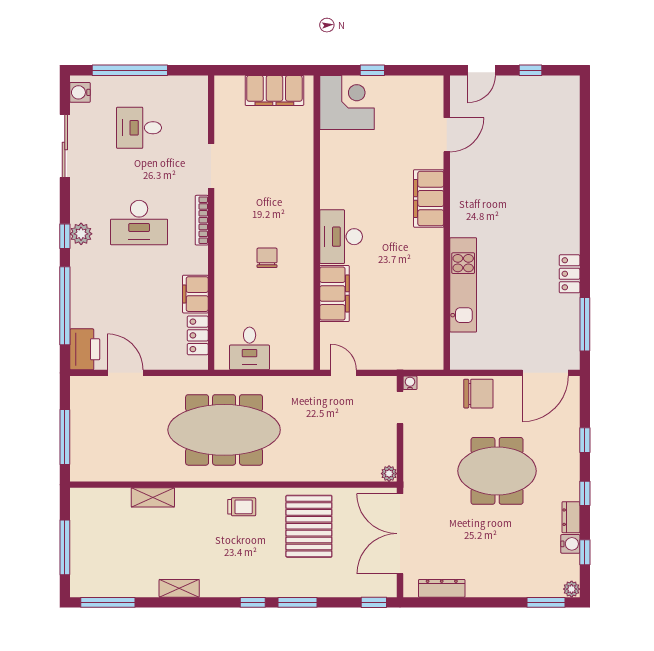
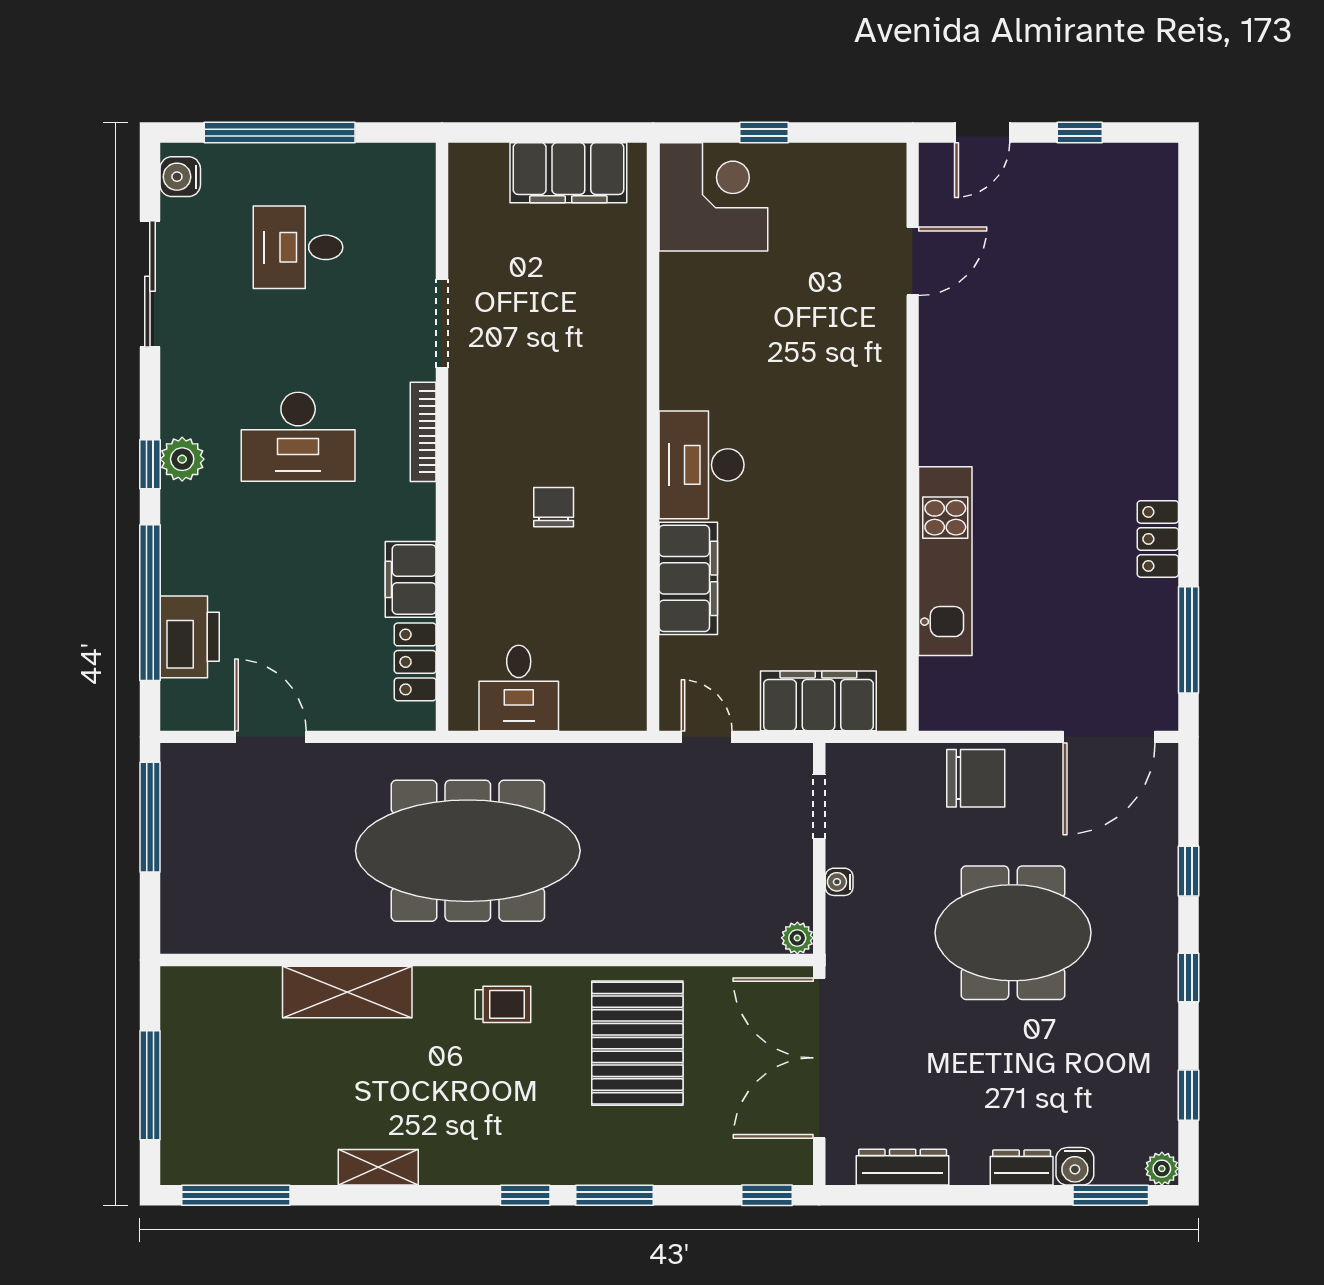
filing cabinet: (429, 198) -> (818, 701), moved, turned 90
printer: (85, 349) -> (190, 637), moved
water cooler: (410, 383) -> (839, 882), moved, turned -90
window: (65, 437) -> (150, 817), moved
shelving: (153, 497) -> (347, 992), width x1.50, depth x1.33
dresser: (571, 517) -> (1022, 1168), moved, turned 90
water cooler: (570, 544) -> (1075, 1166), moved, turned 90

